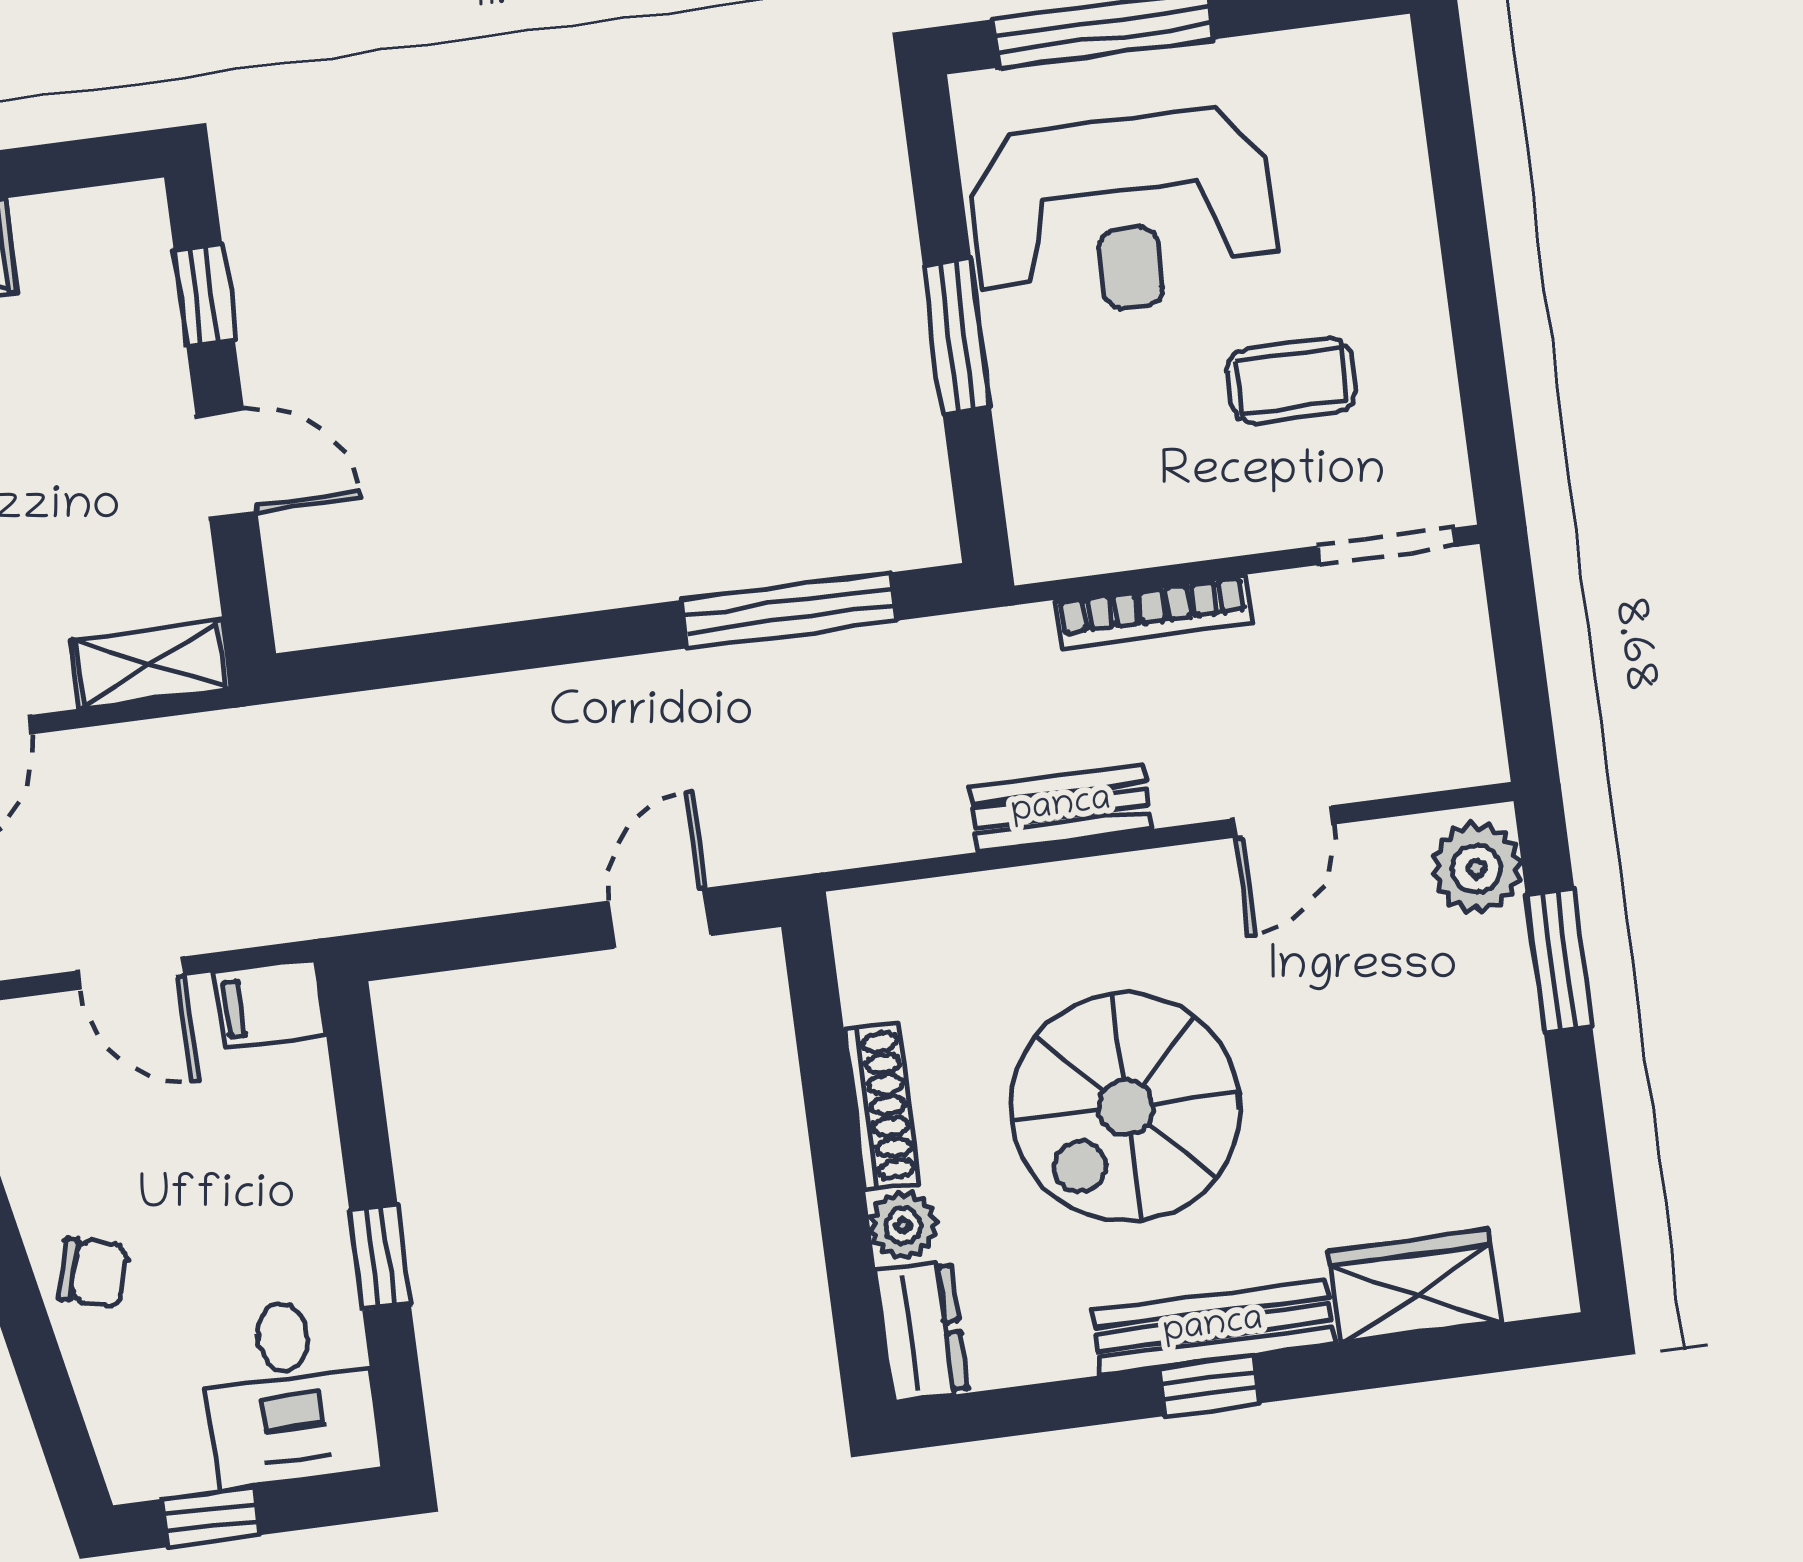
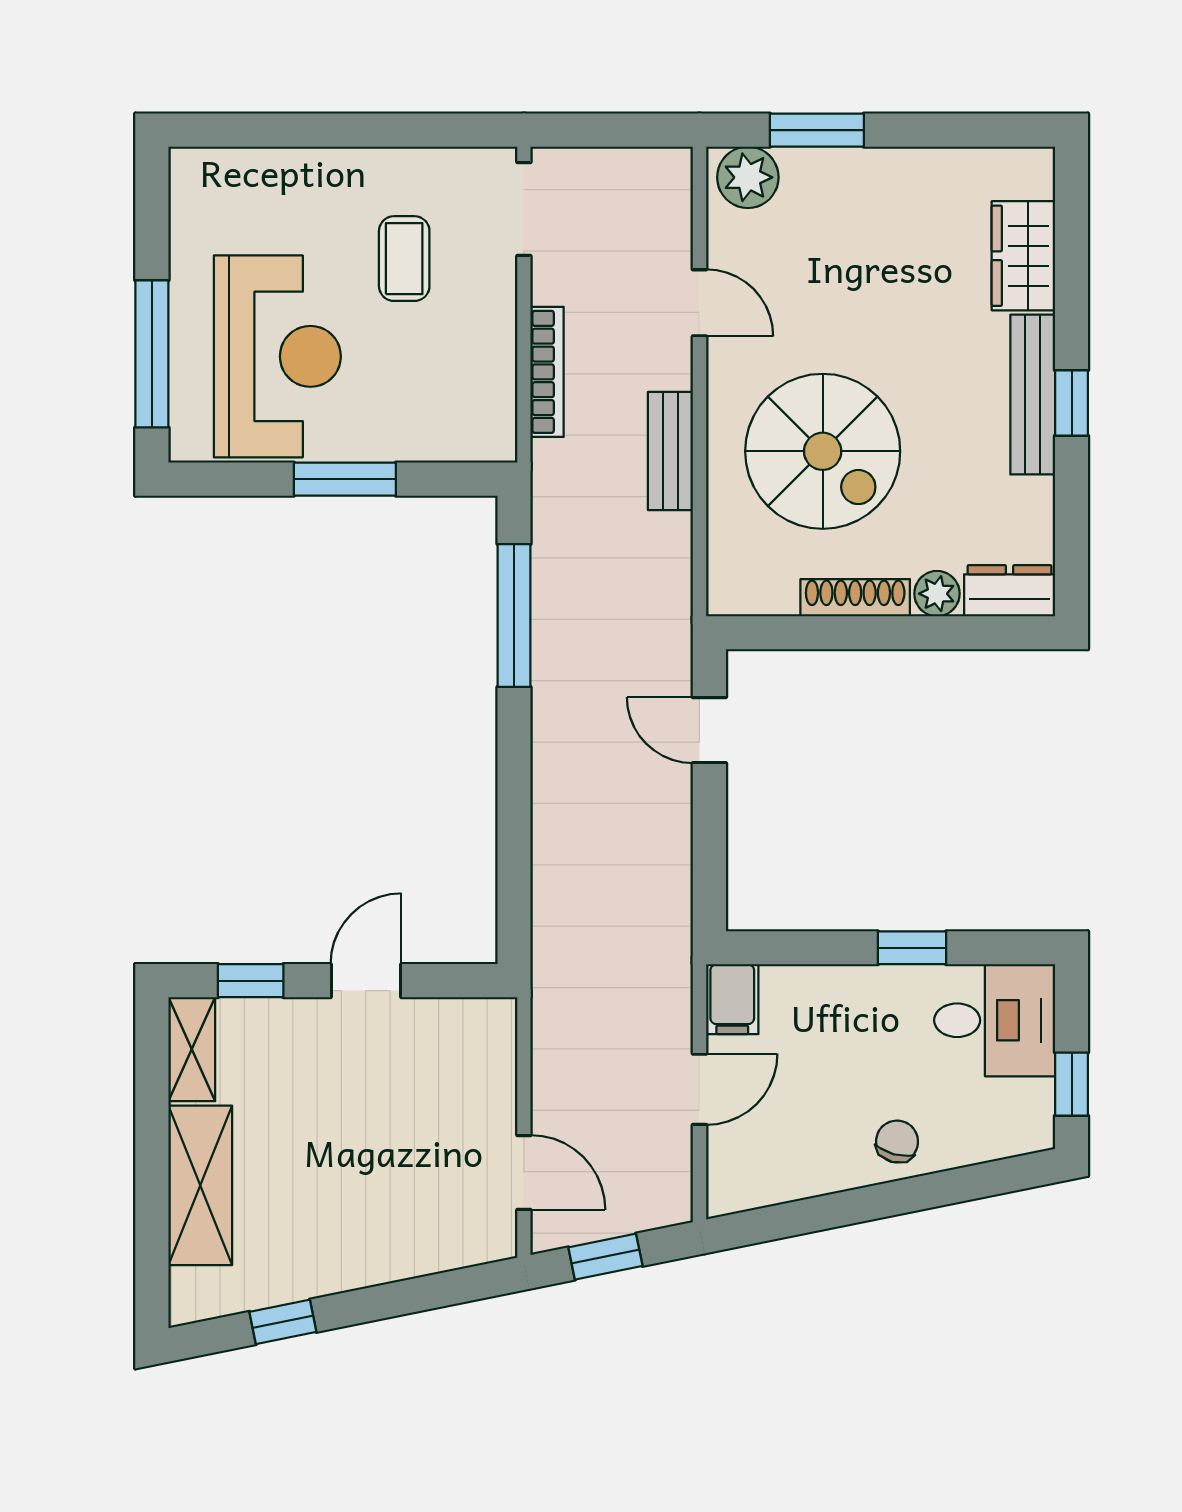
shelving: (151, 664) -> (192, 1049), moved
spiral stairs: (1126, 1107) -> (823, 451), moved

